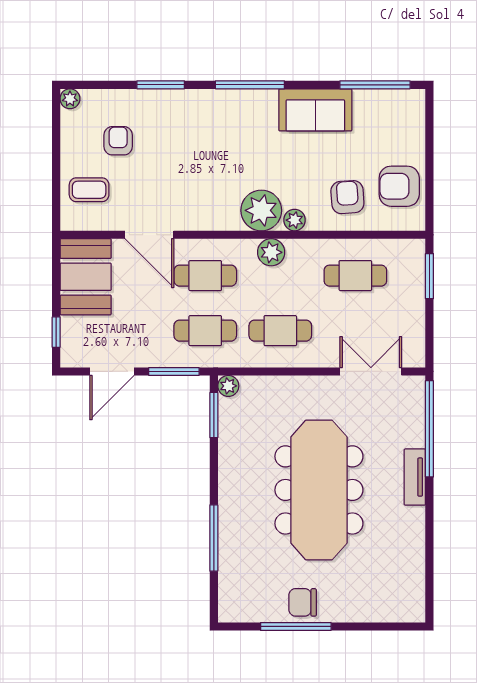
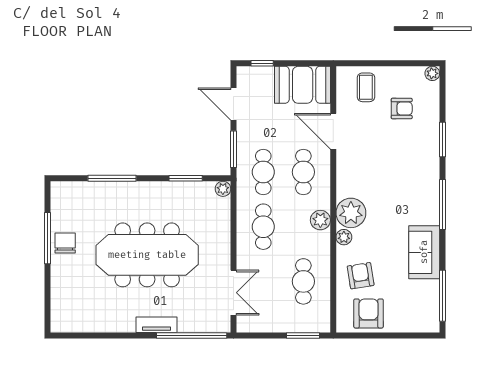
armchair: (347, 197) -> (361, 276), turned -95
door: (149, 235) -> (333, 131), hinge flipped
window: (214, 415) -> (186, 178), moved

